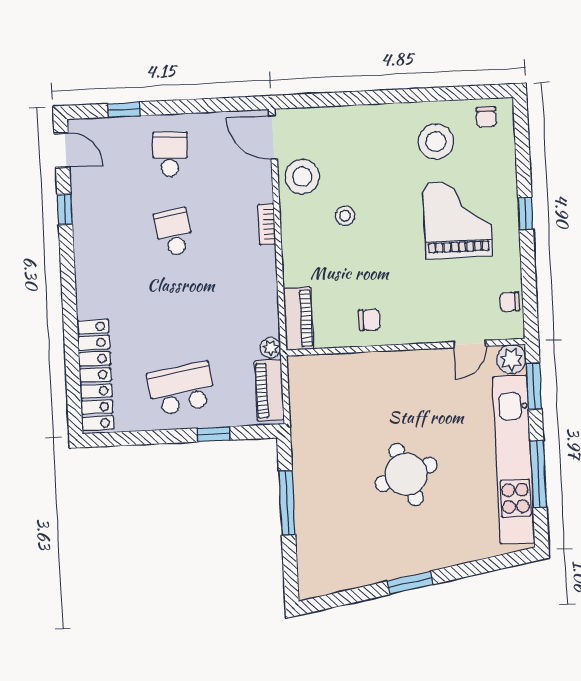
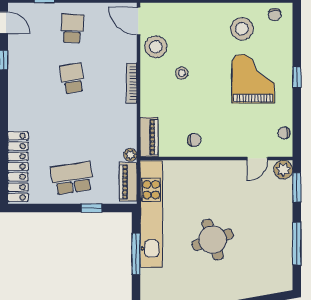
bookcase: (267, 224) -> (132, 83), width x1.56
kitchen unit: (514, 460) -> (151, 214), moved, turned 180

